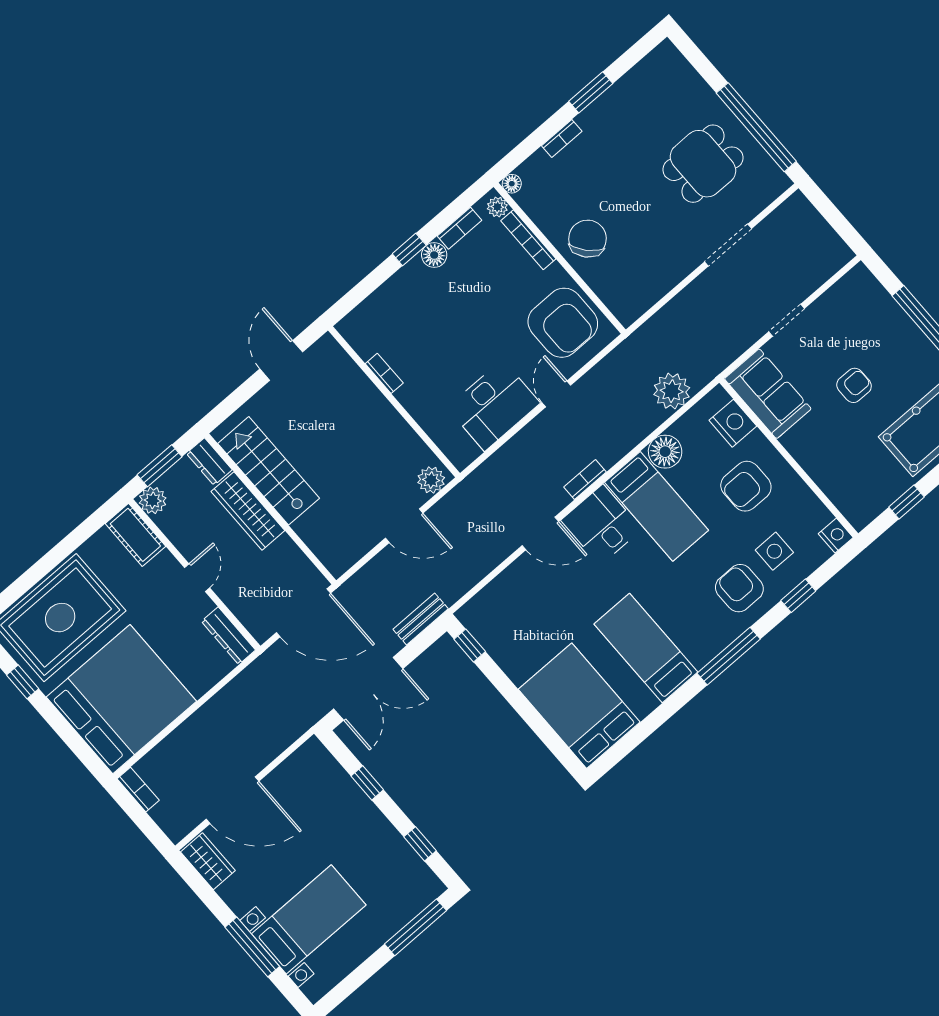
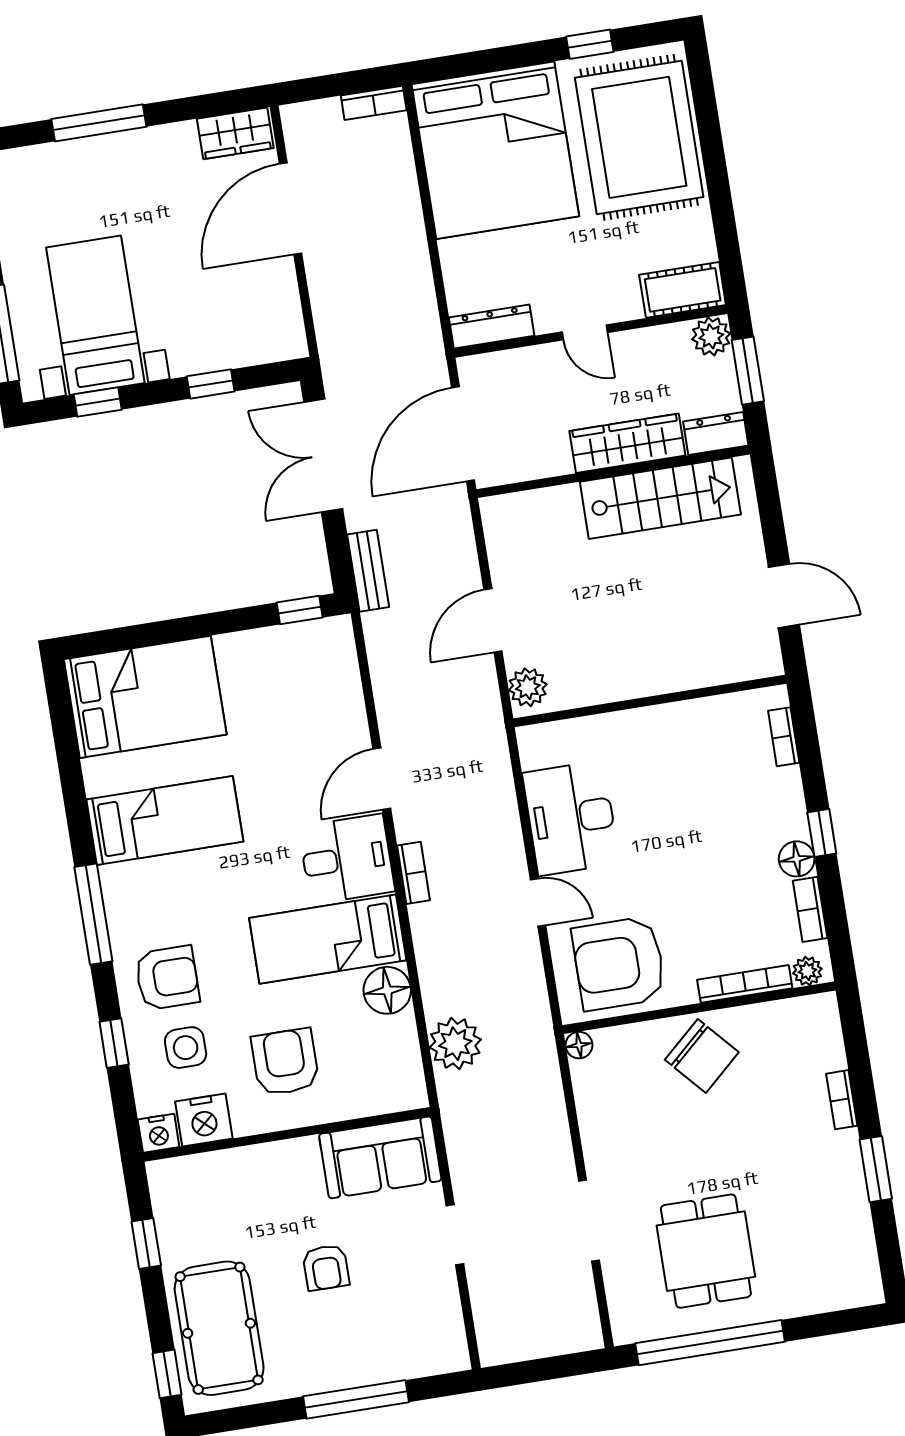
floor lamp: (512, 184) -> (579, 1045), moved
bookcase: (384, 373) -> (784, 737), moved, turned 90
nightstand: (733, 423) -> (204, 1120), moved
bed with nightstands: (309, 919) -> (95, 315), moved, turned 180

